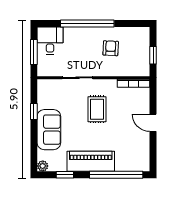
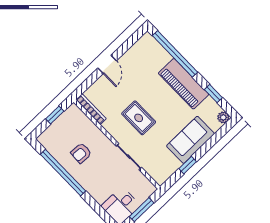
window: (87, 23) -> (63, 173), moved
rug: (97, 109) -> (139, 118), turned 90

